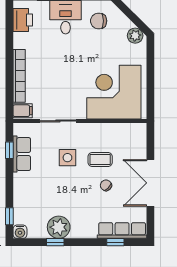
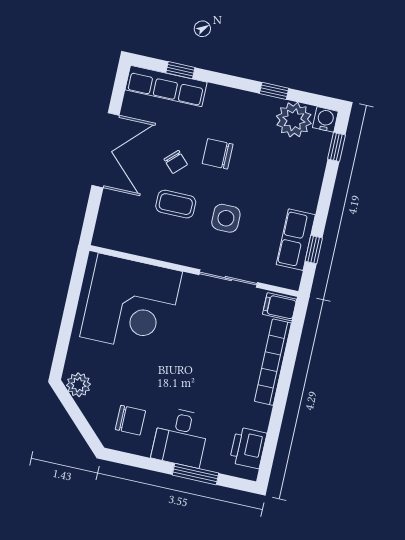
chair: (81, 196) -> (218, 154), added
plant: (59, 227) -> (294, 120), moved

